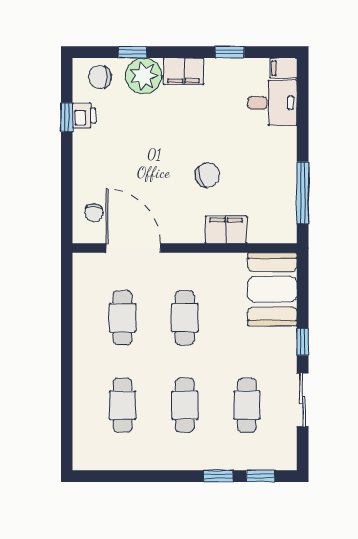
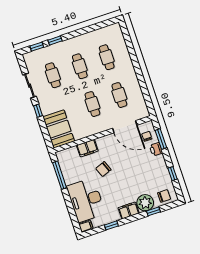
desk: (272, 103) -> (86, 200), width x1.87, depth x1.30
printer: (84, 116) -> (156, 149), moved
window: (67, 197) -> (161, 139), added

